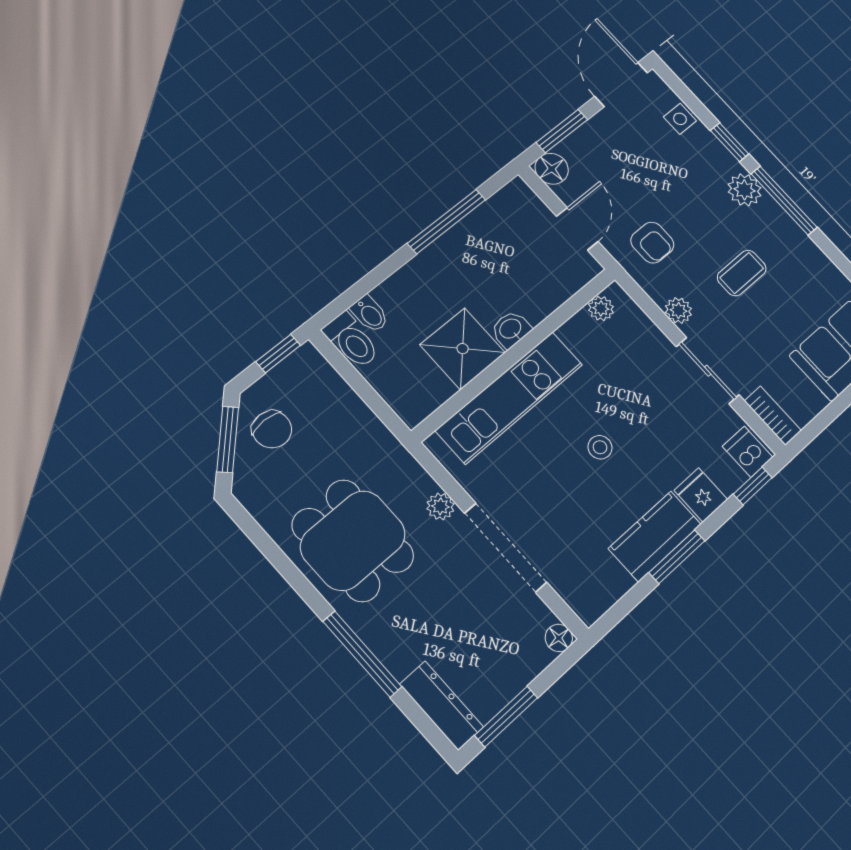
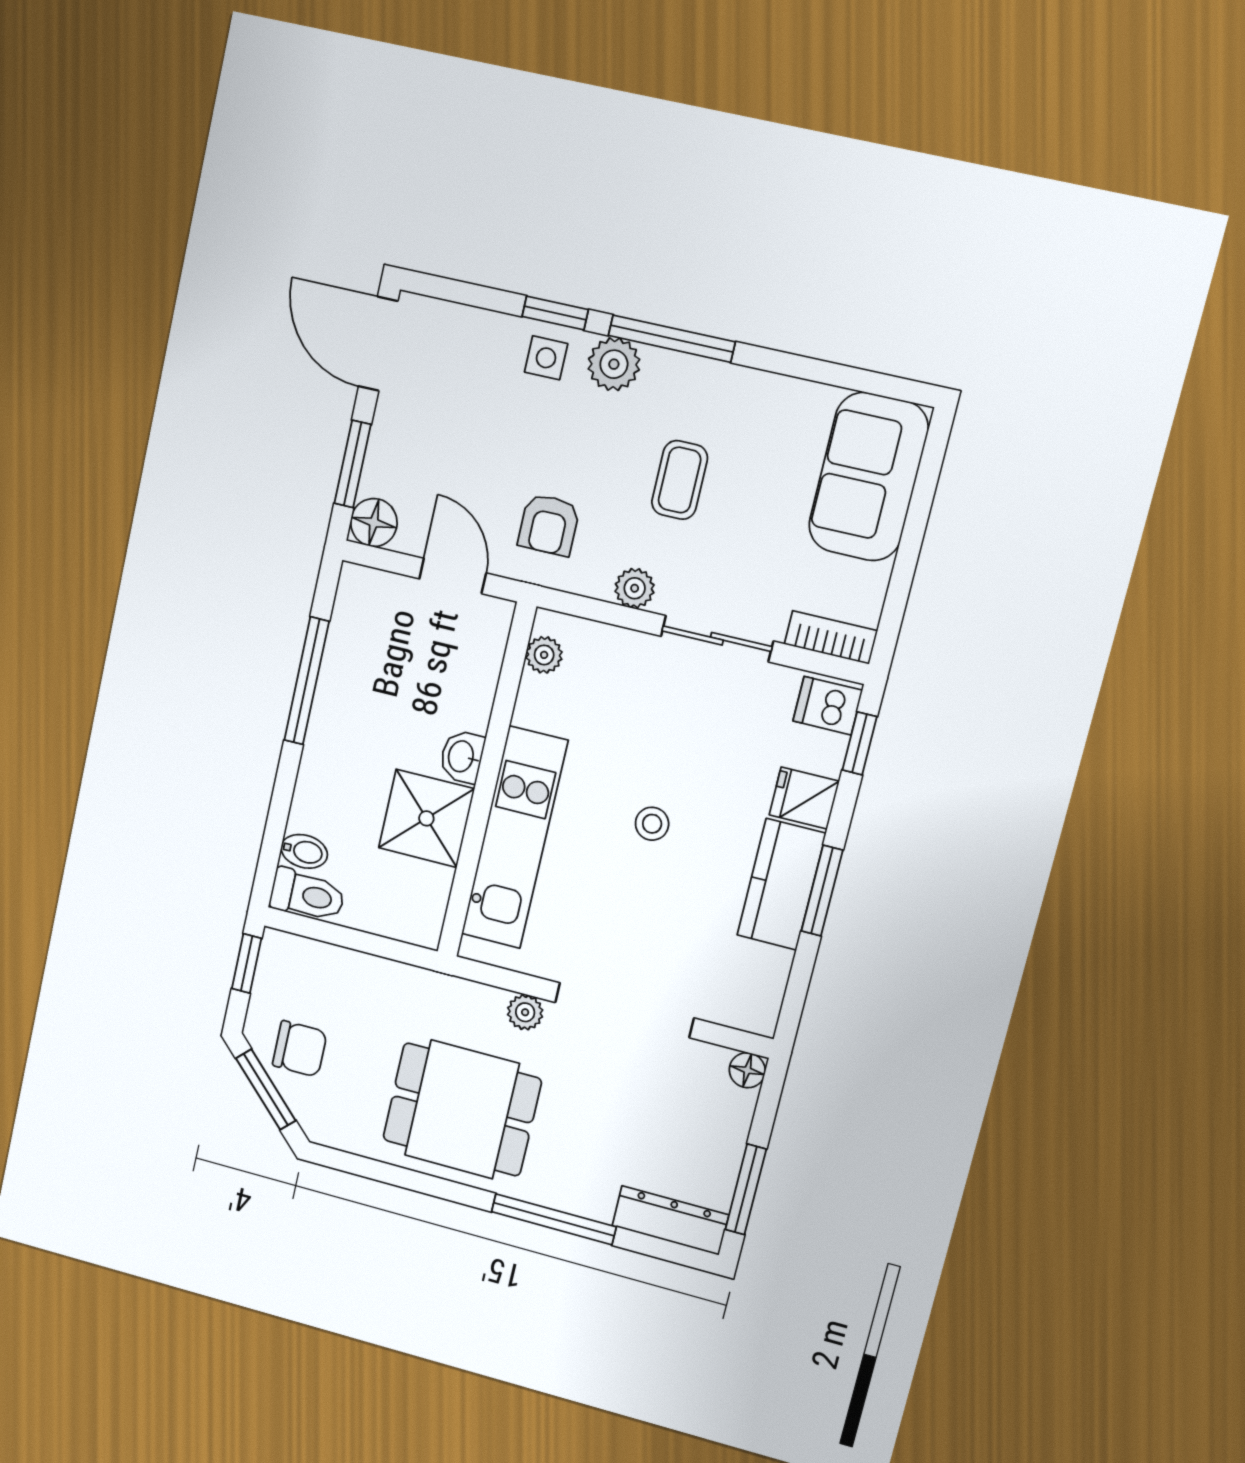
side table: (680, 119) -> (546, 358), moved
armchair: (652, 243) -> (549, 525), turned 90

